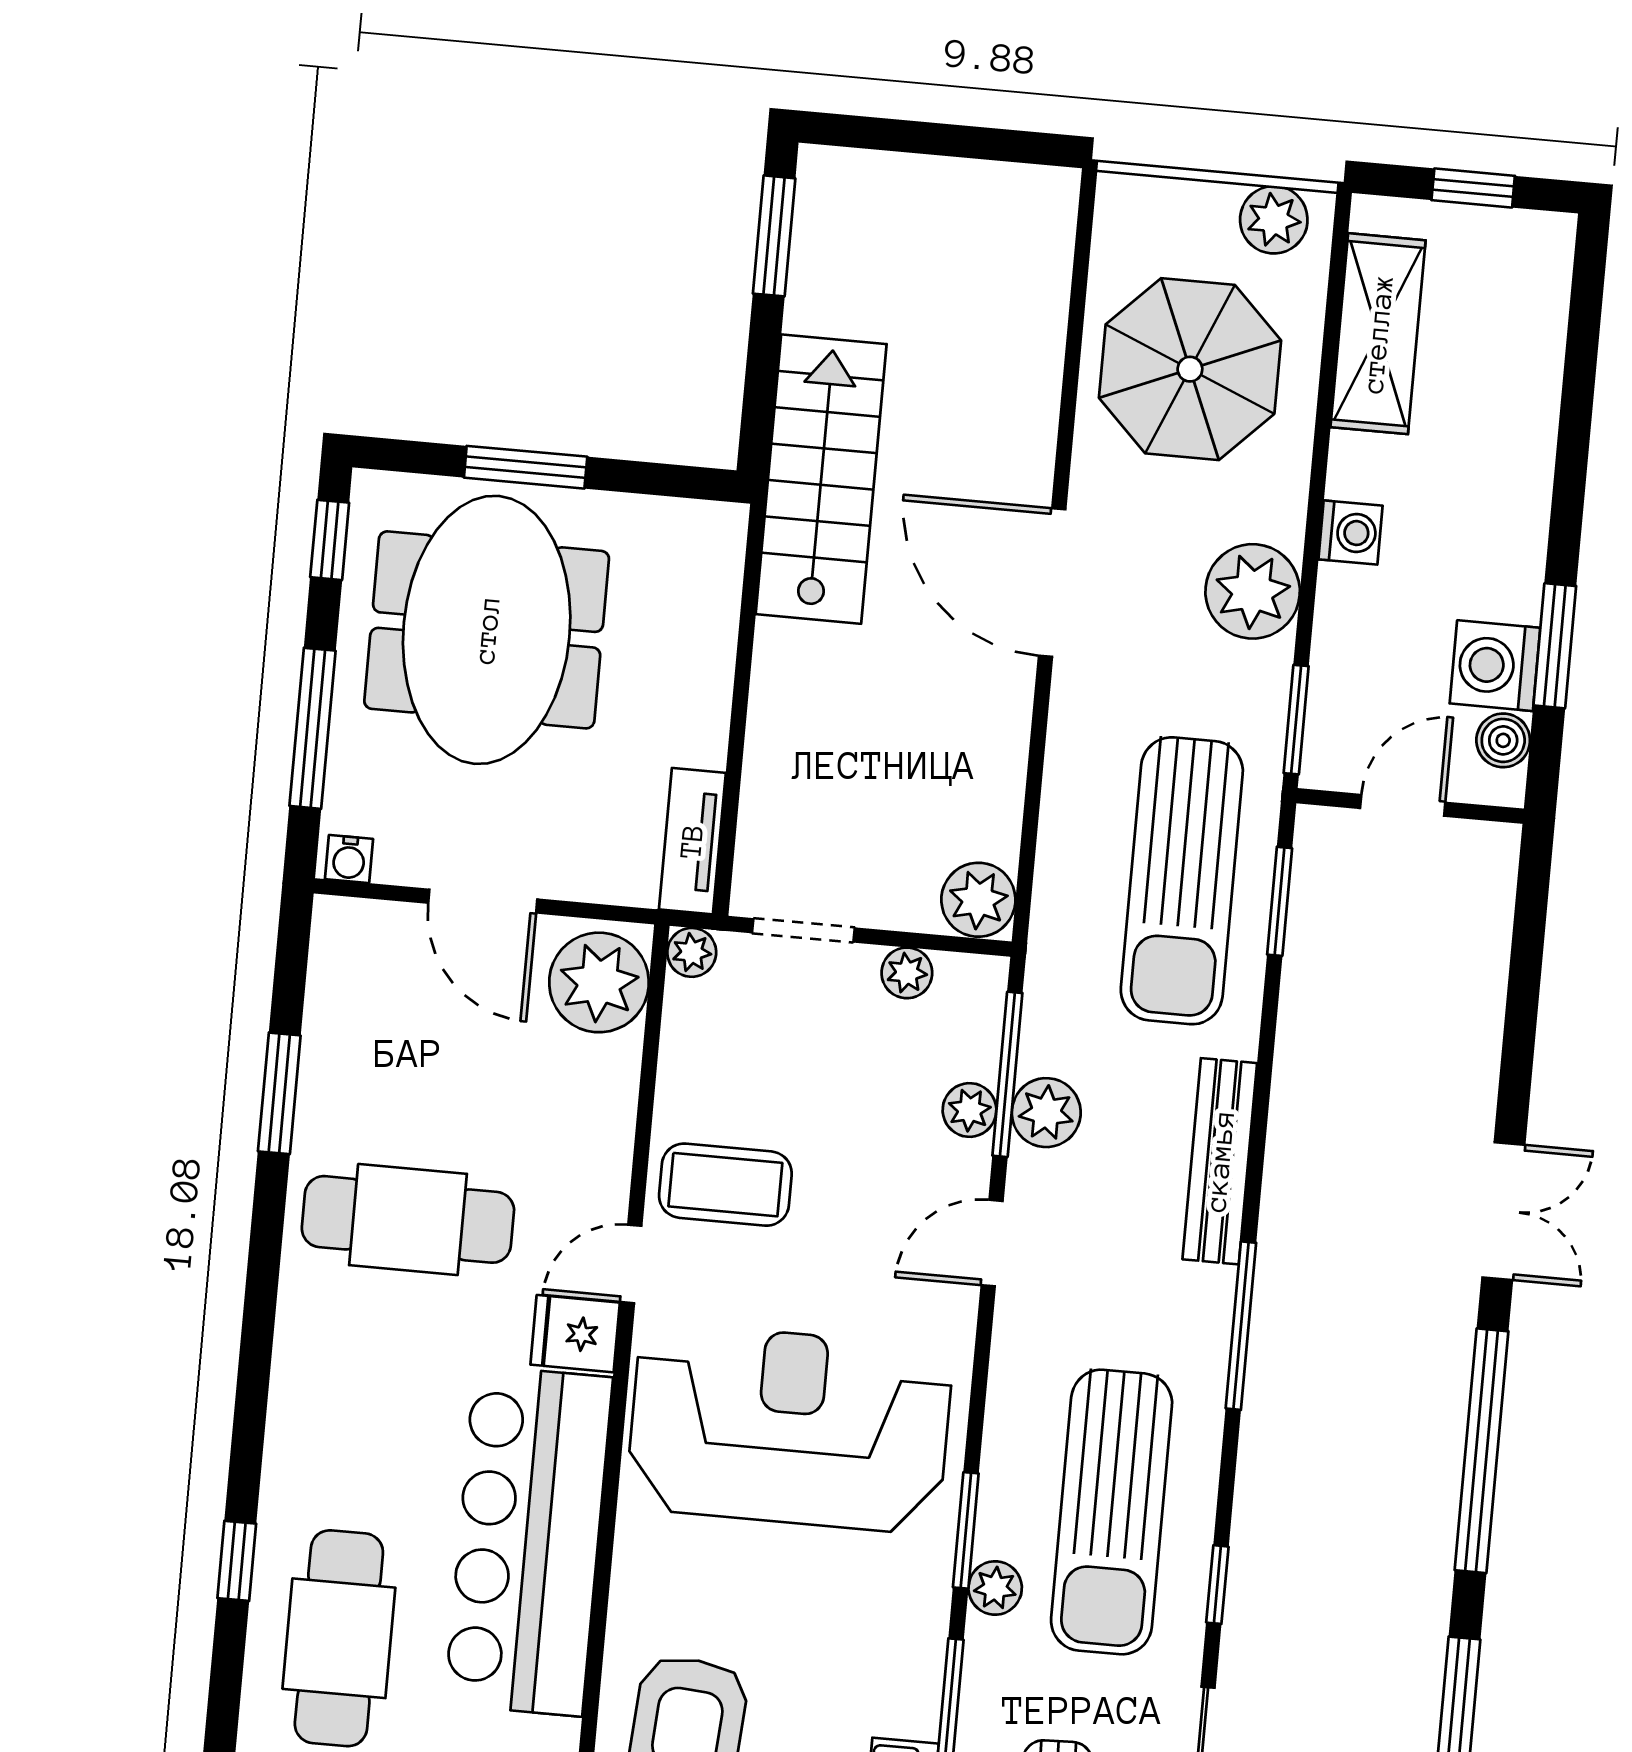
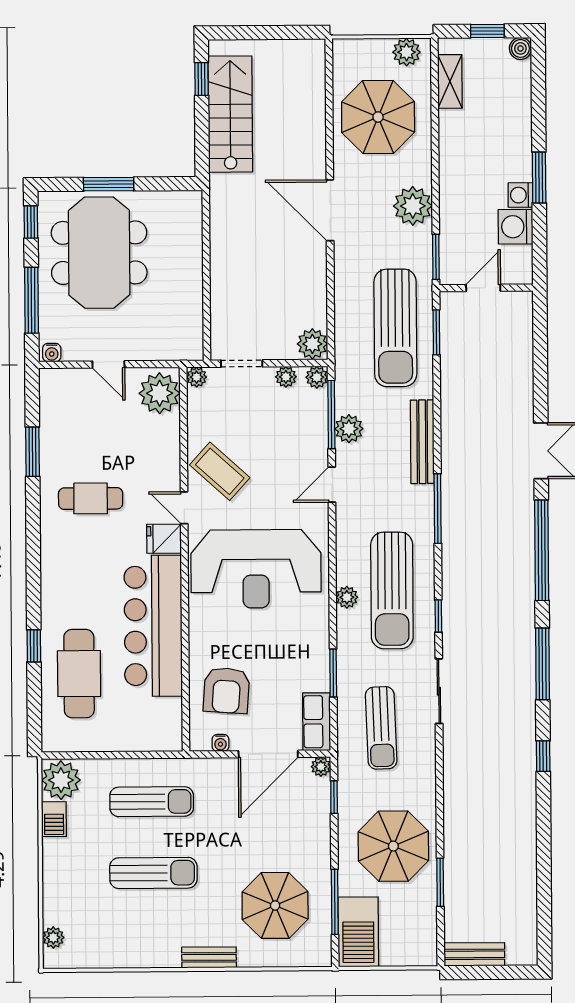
window: (774, 236) -> (202, 79), width x0.67
shelving: (1378, 334) -> (450, 81), width x0.67, depth x0.75
stairs: (821, 479) -> (230, 114), moved
washing machine: (1351, 532) -> (520, 195), moved, turned 180
window: (1555, 646) -> (539, 177), moved
boiler: (1503, 740) -> (520, 48), moved
tv unit: (692, 841) -> (192, 331), removed
door: (483, 901) -> (108, 364), width x0.73
plant: (969, 1110) -> (317, 377), moved
coffee table: (725, 1185) -> (220, 471), turned 42
cafe table: (408, 1219) -> (91, 498), width x0.73, depth x0.74
door: (631, 1264) -> (184, 508), hinge flipped
reception desk: (789, 1428) -> (256, 569), turned 180
window: (966, 1530) -> (333, 604), removed
plant: (995, 1588) -> (347, 597), moved

